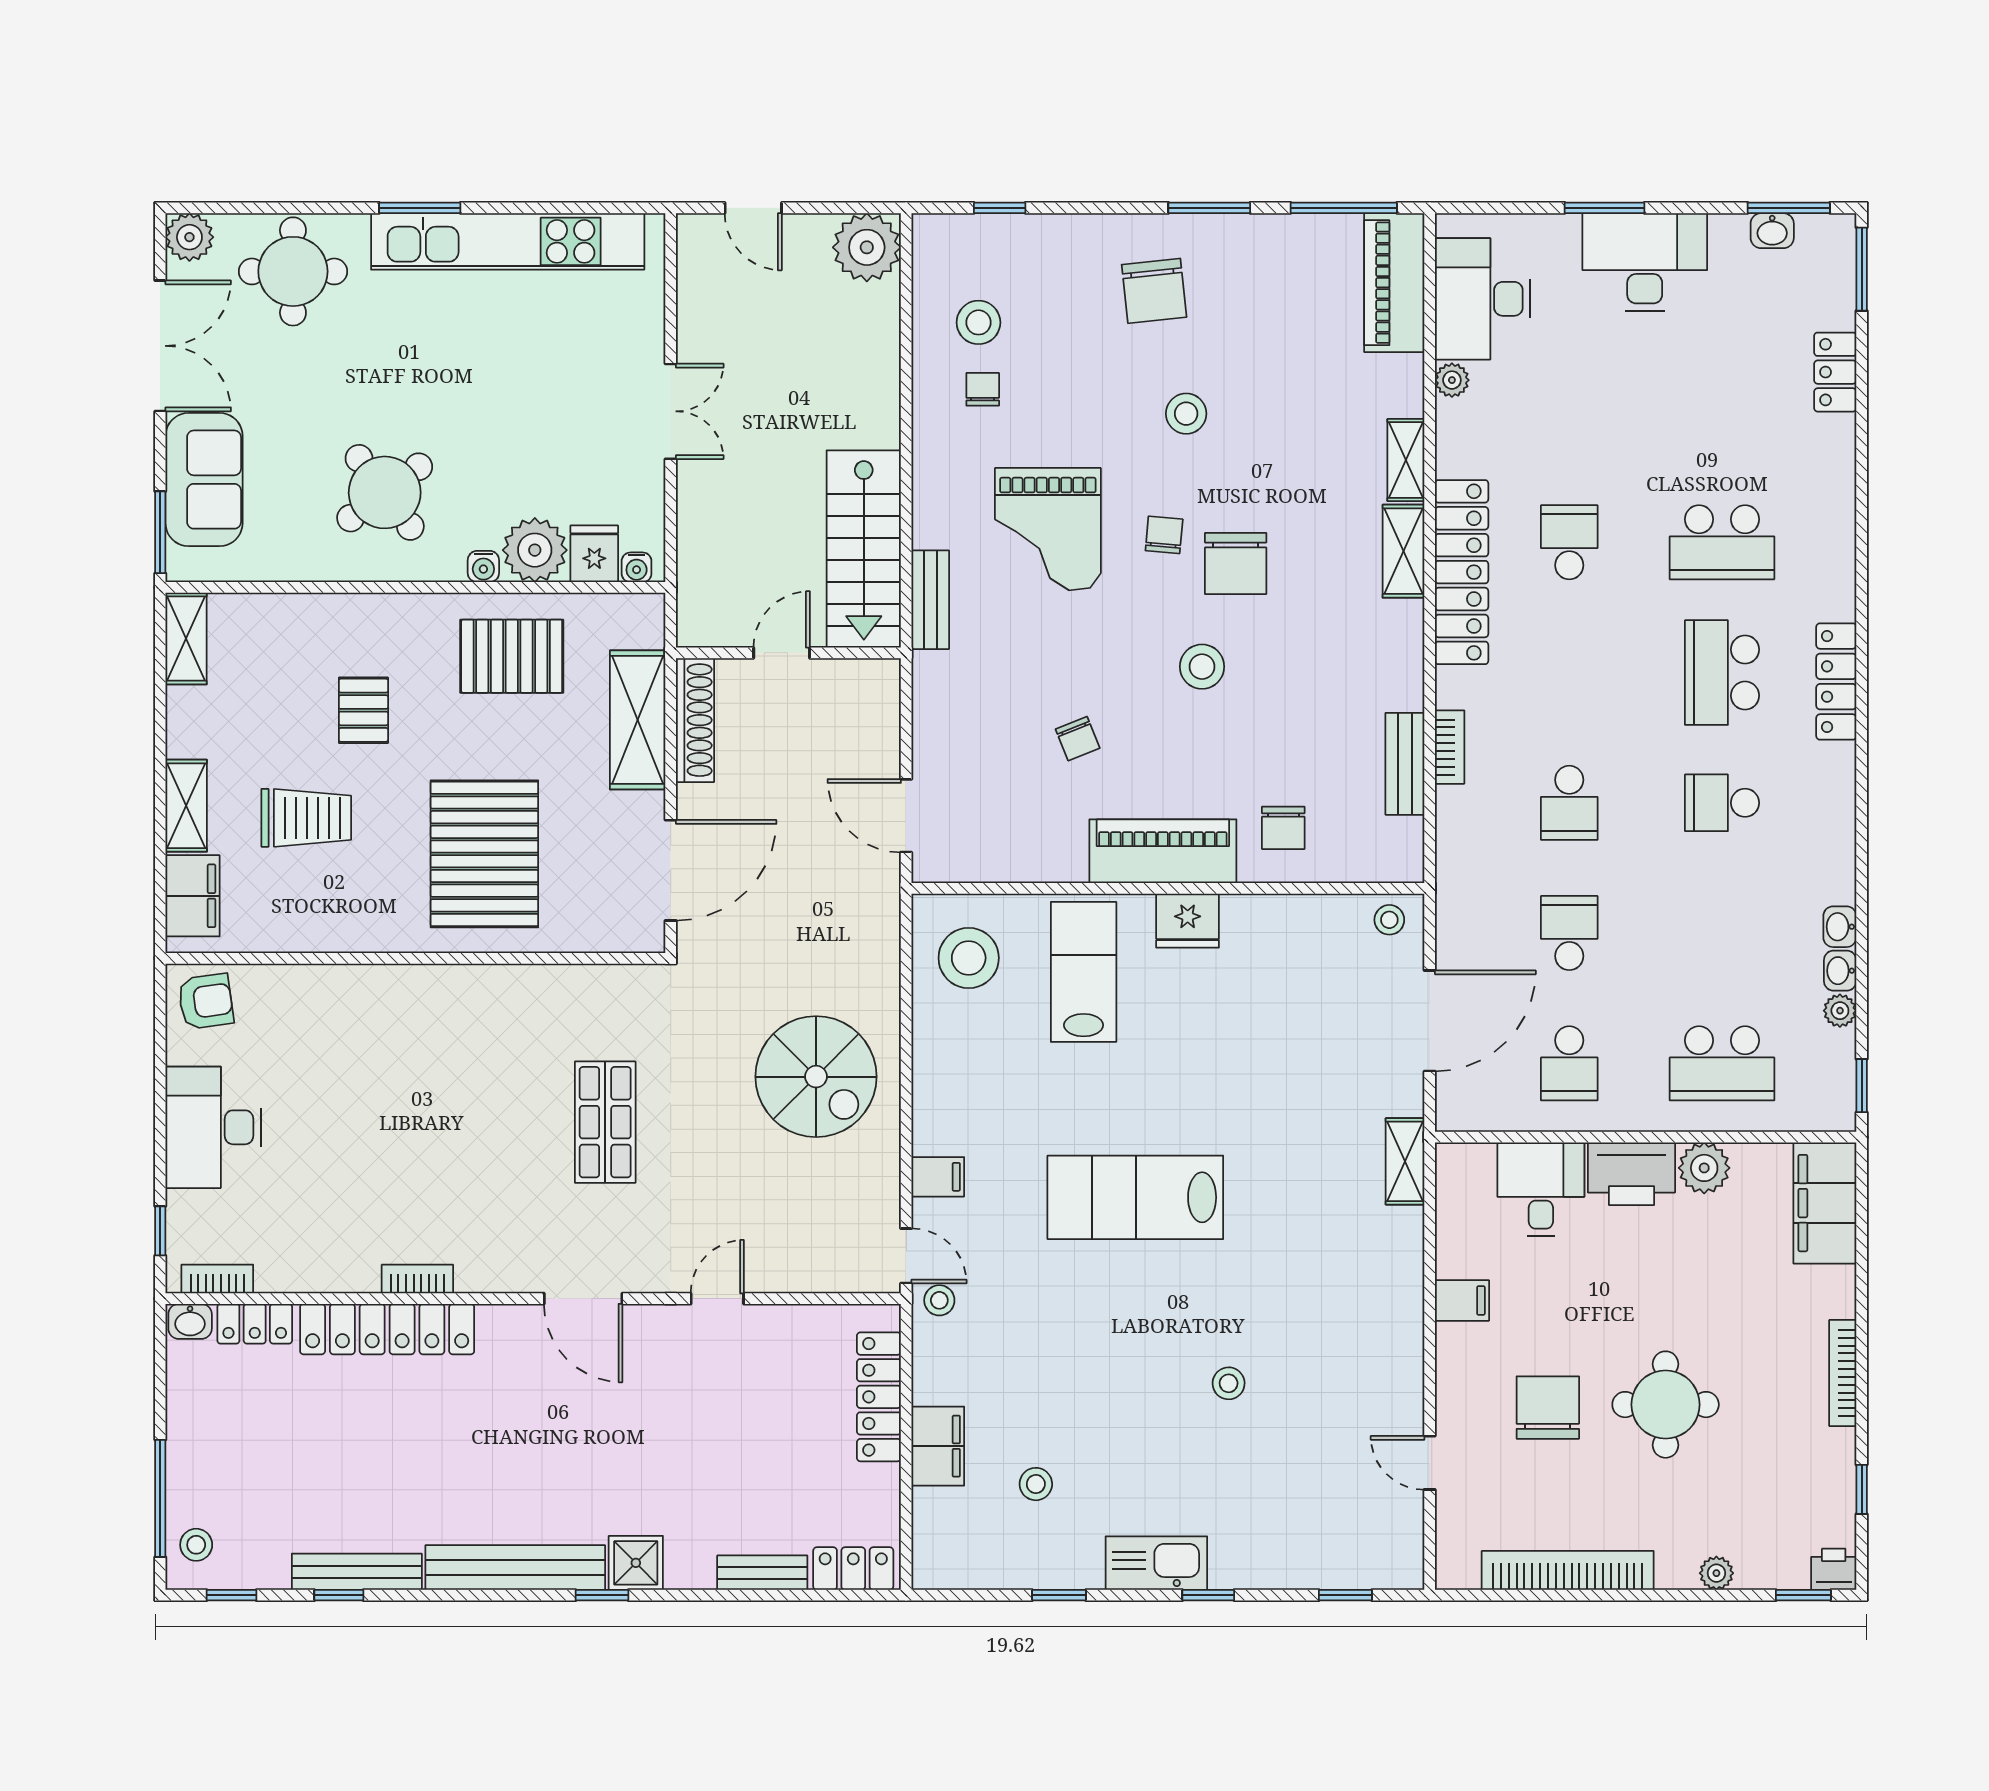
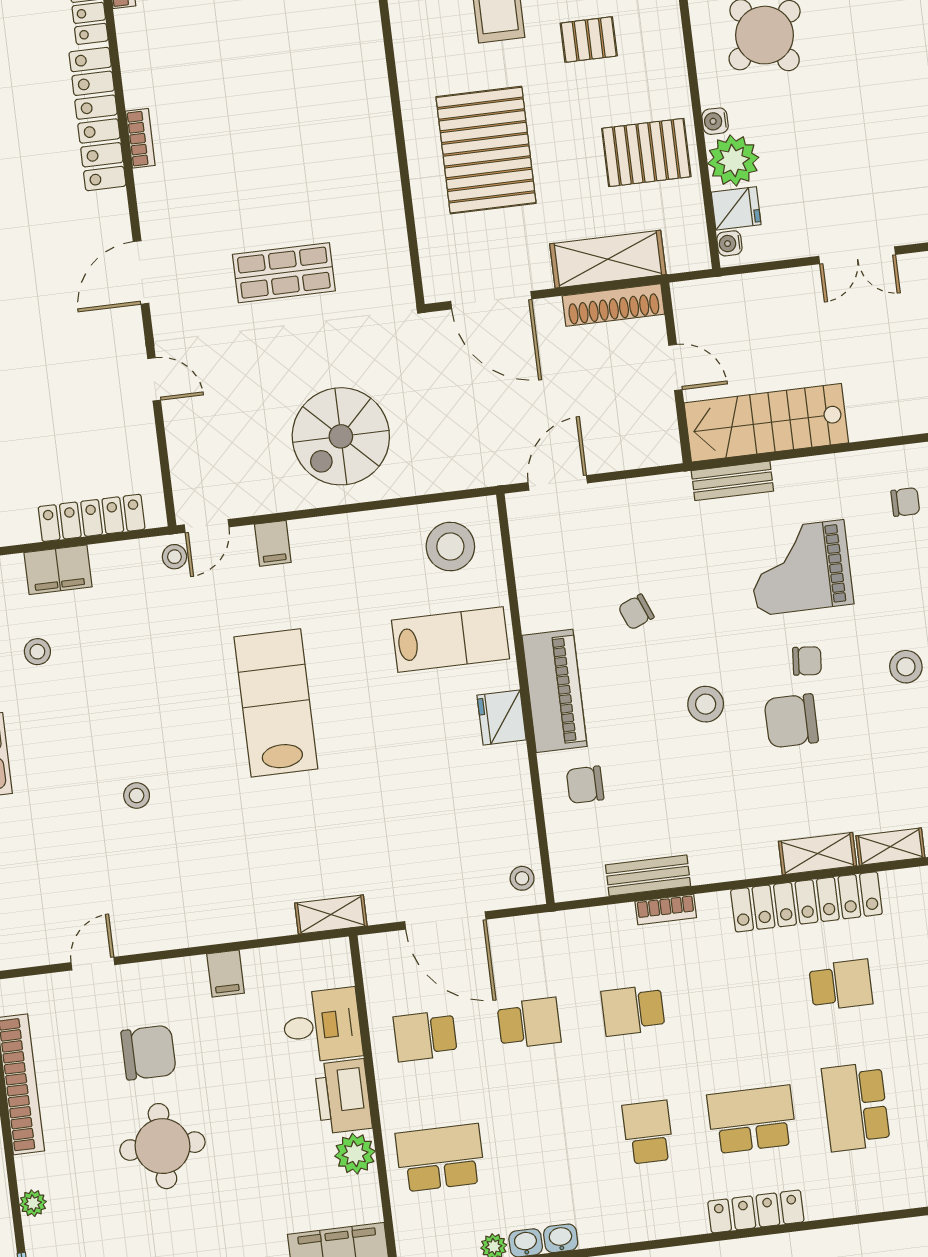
pallet: (512, 656) -> (646, 153), turned 90
pallet: (484, 854) -> (486, 150), turned 90
school desk: (1722, 1063) -> (440, 1158), turned 90

